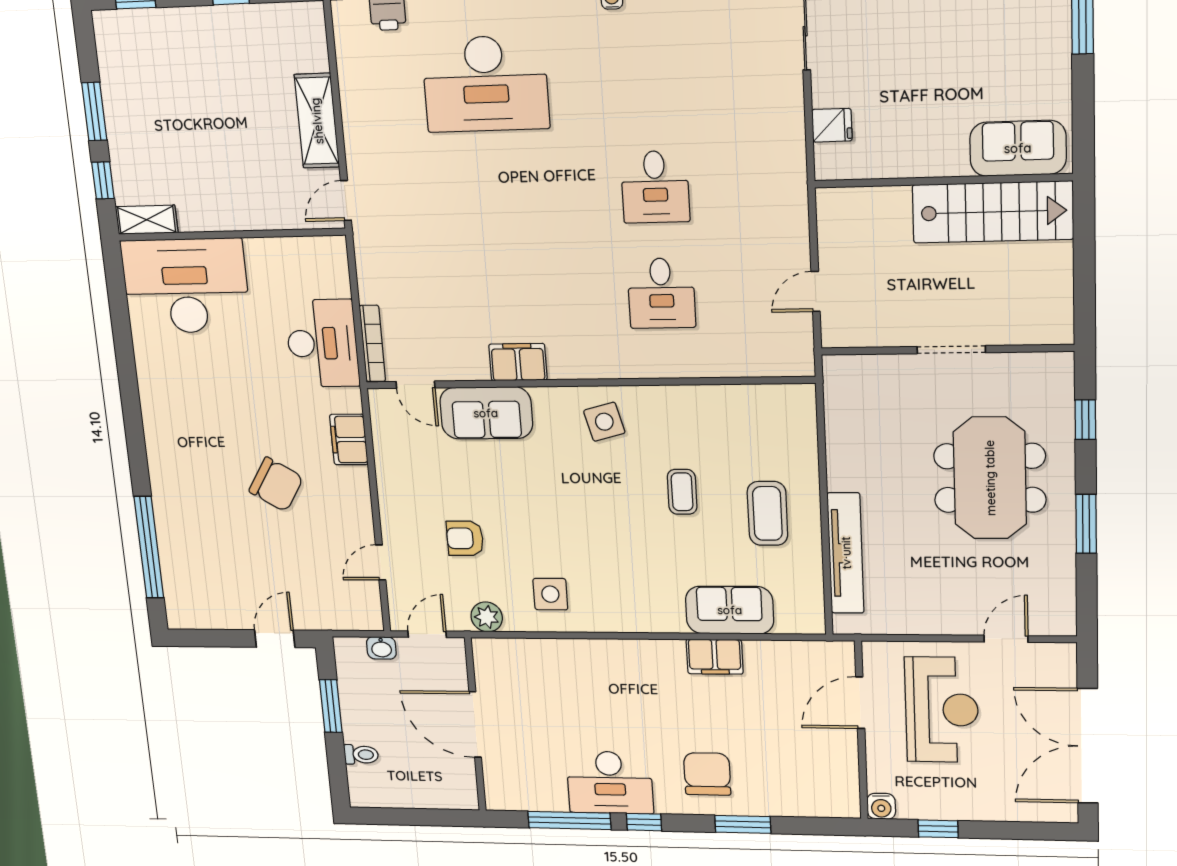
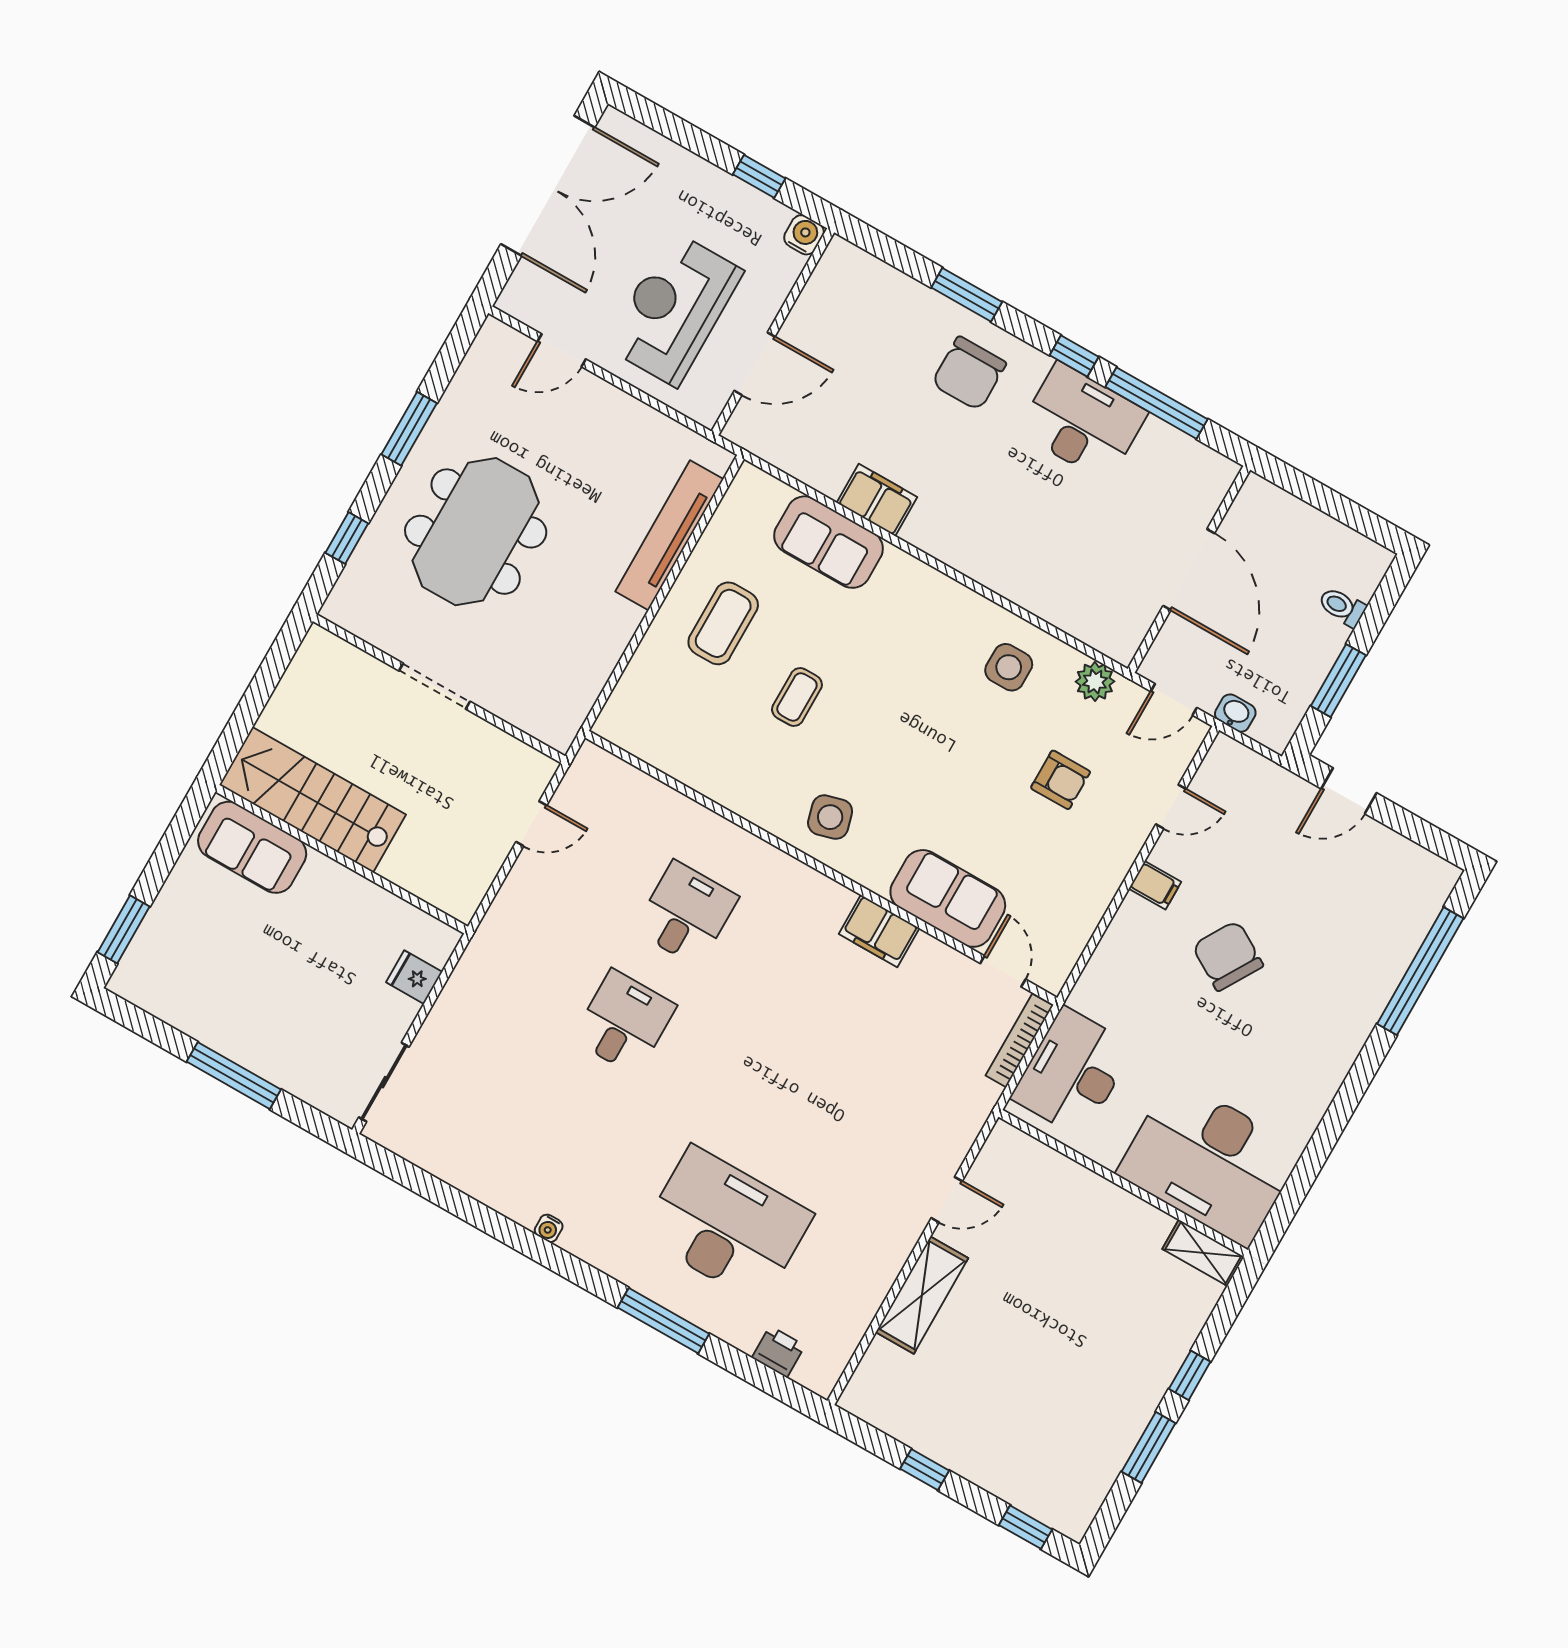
shelving: (147, 220) -> (1203, 1253), moved
wall: (231, 235) -> (1123, 1183), moved
desk: (186, 286) -> (1210, 1162), moved
filing cabinet: (349, 440) -> (1155, 885), moved, width x0.50

